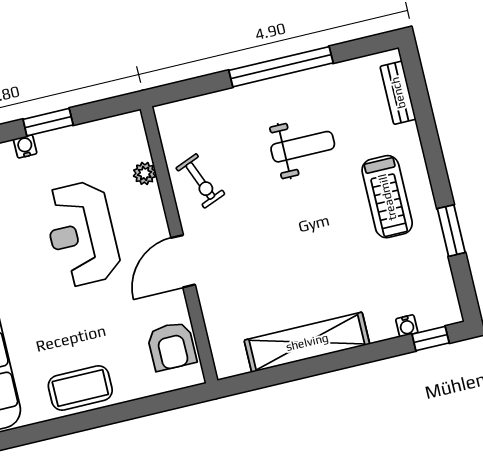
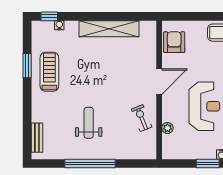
weight bench: (303, 147) -> (89, 123), turned 90
treadmill: (387, 197) -> (49, 72), moved

